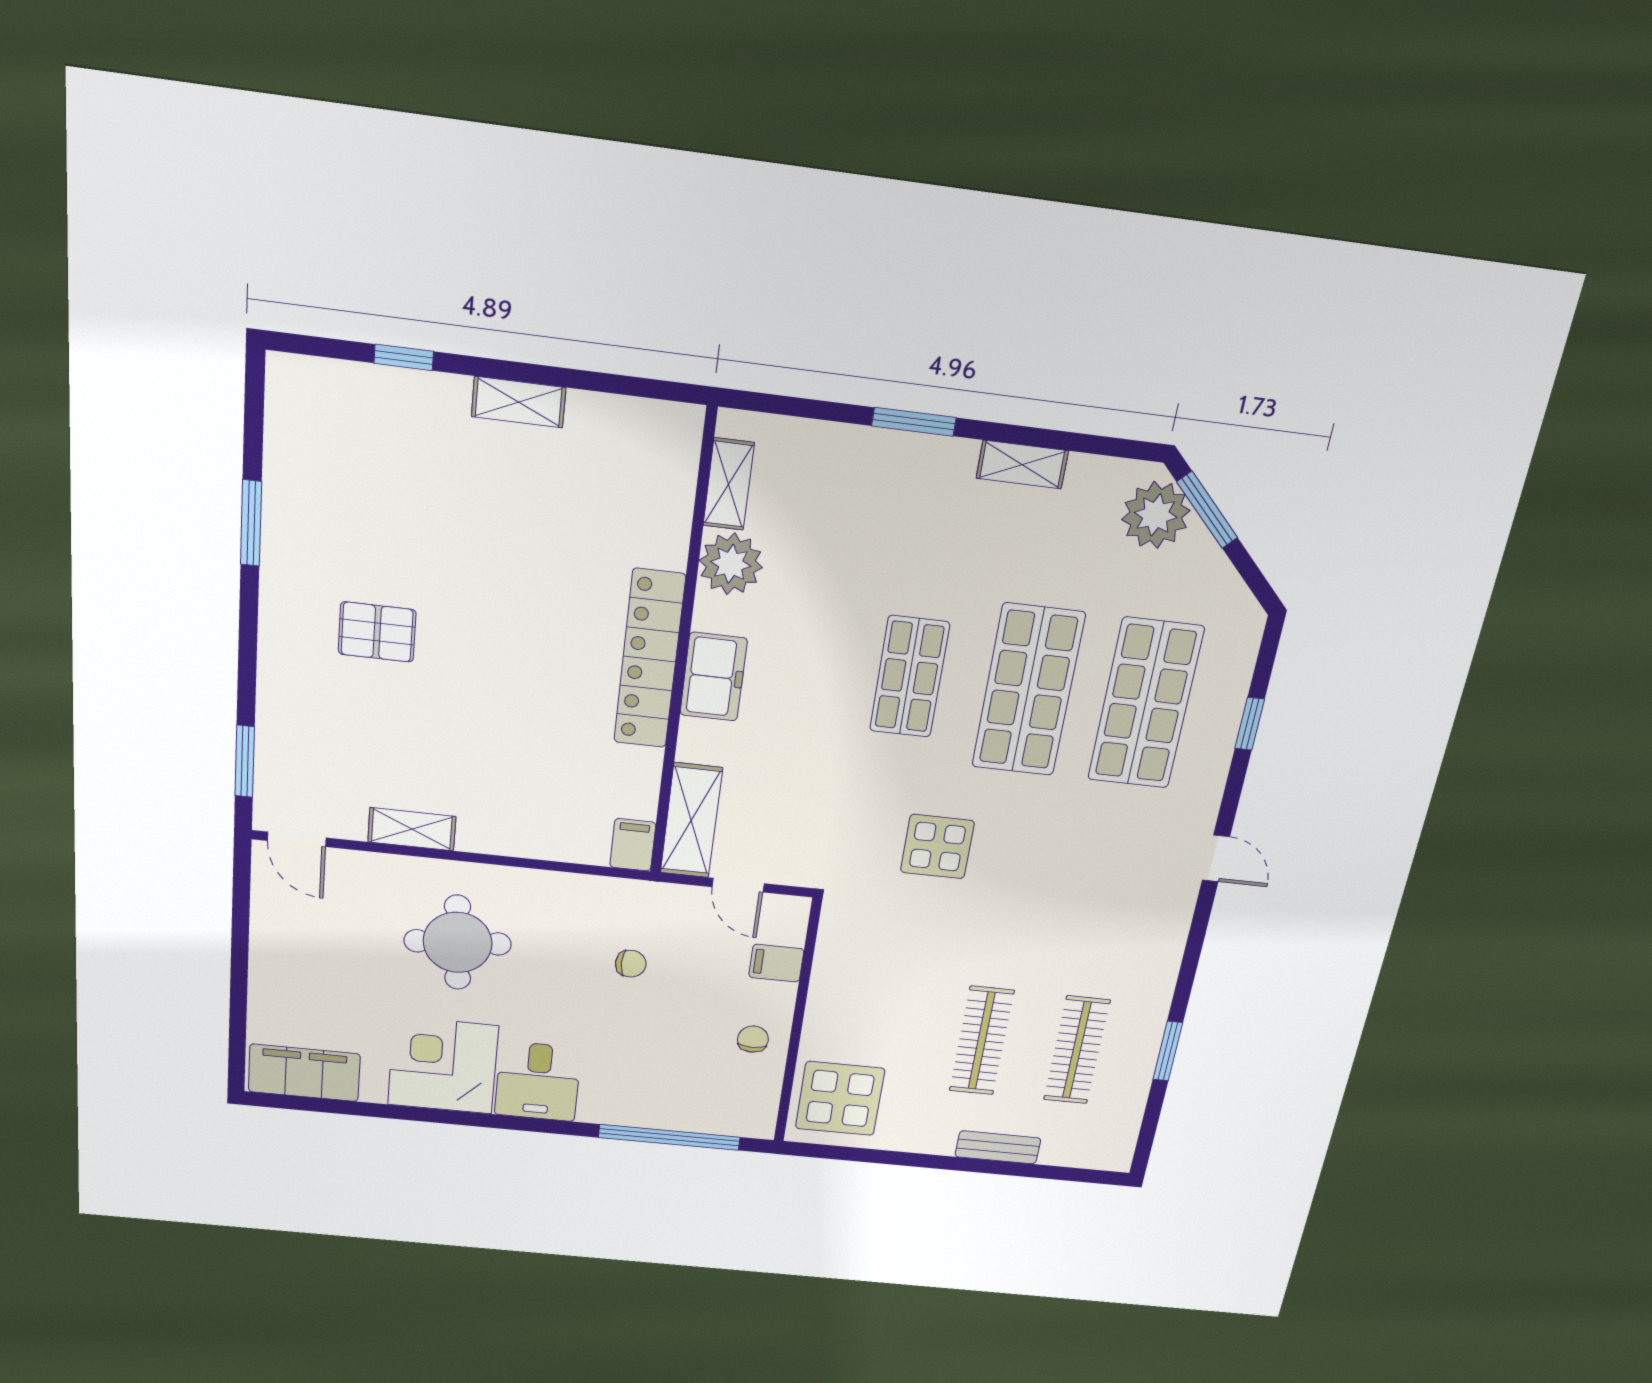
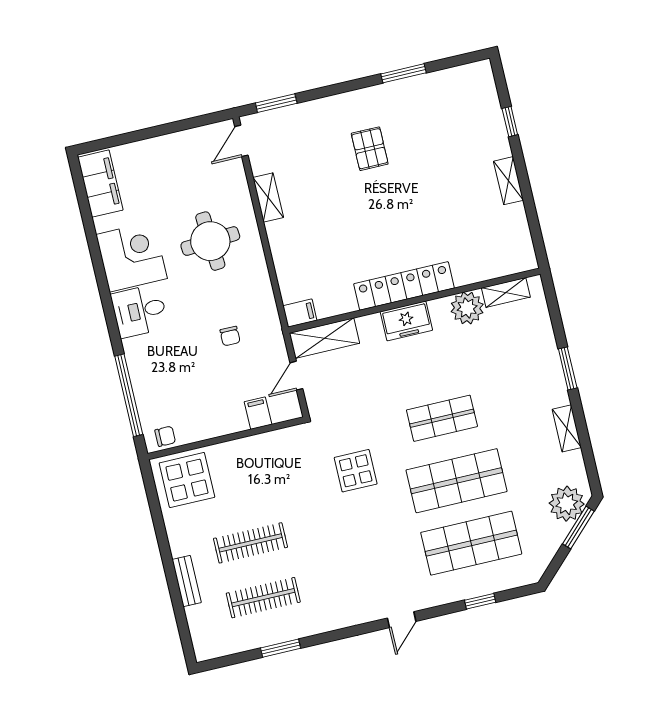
chair: (753, 1039) -> (165, 436), moved

